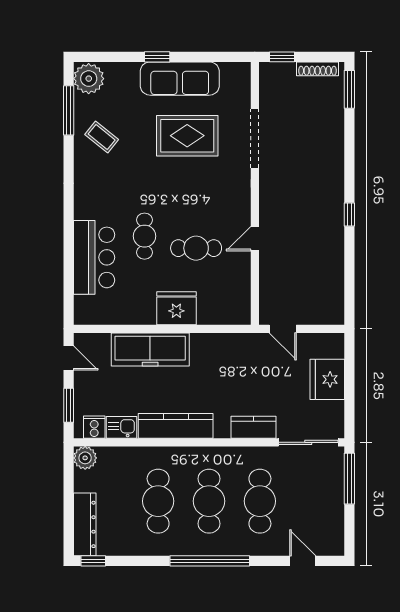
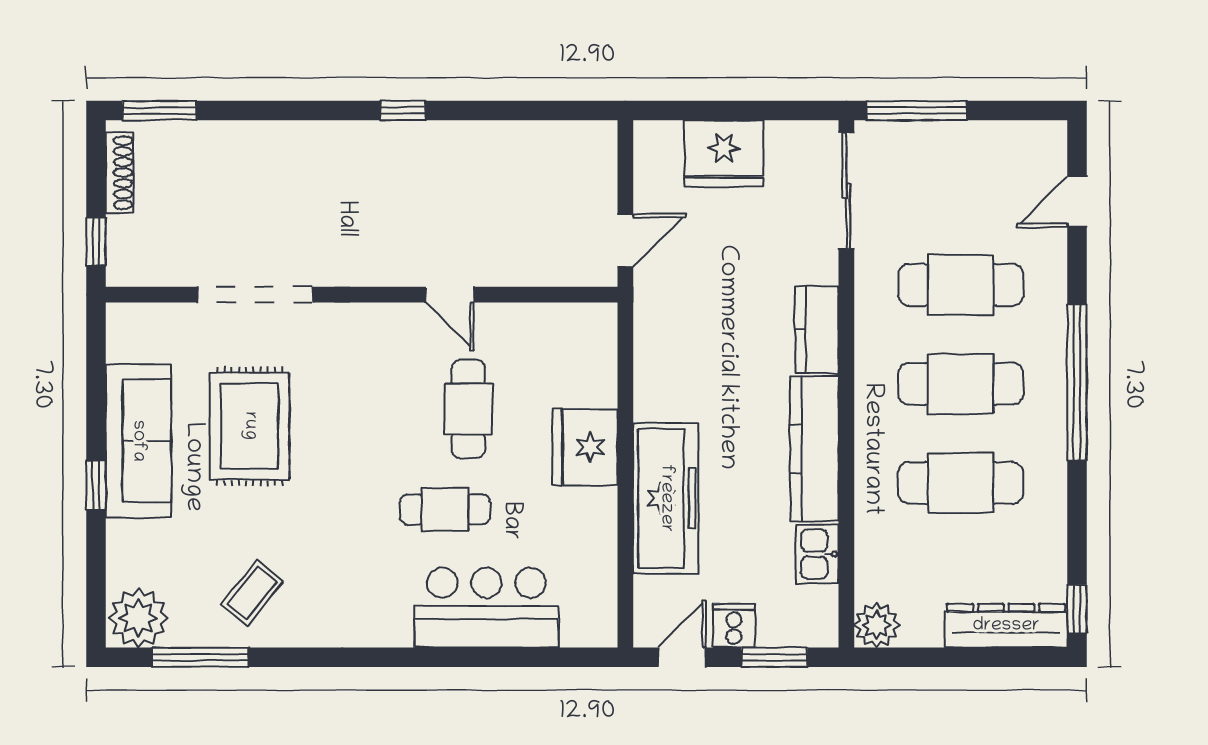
cooker: (94, 427) -> (734, 626), moved, turned 90
kitchen counter: (254, 427) -> (817, 330), moved

